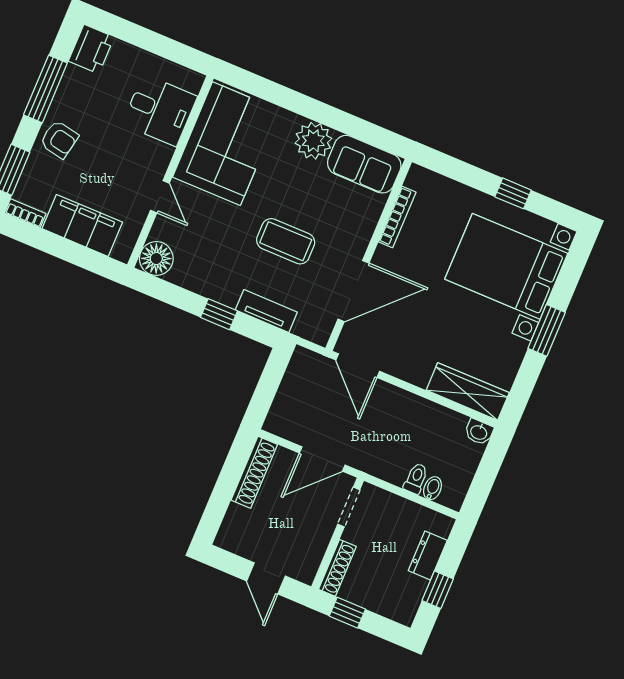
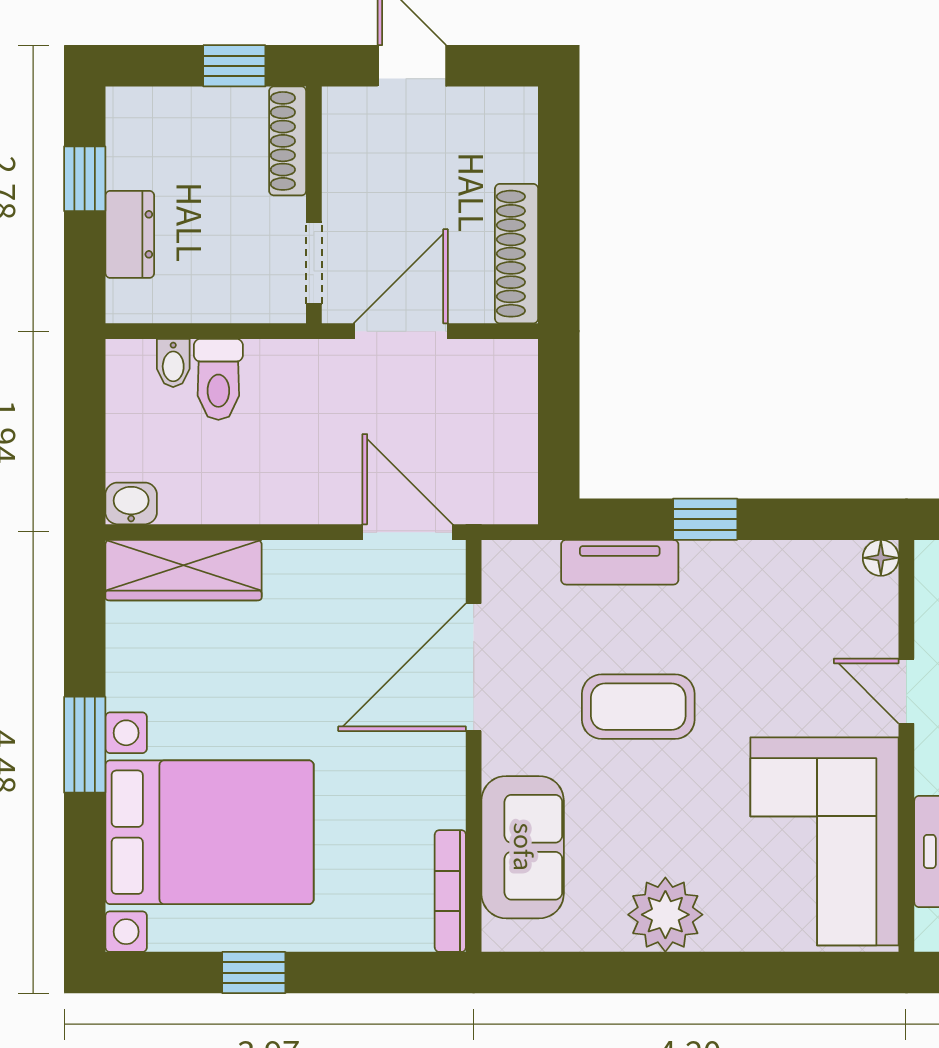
sofa: (364, 164) -> (523, 847), moved, turned 90
bookcase: (397, 217) -> (450, 891), moved
floor lamp: (156, 258) -> (881, 558), width x0.53, depth x0.53
toilet: (416, 478) -> (218, 379), width x1.37, depth x1.39

